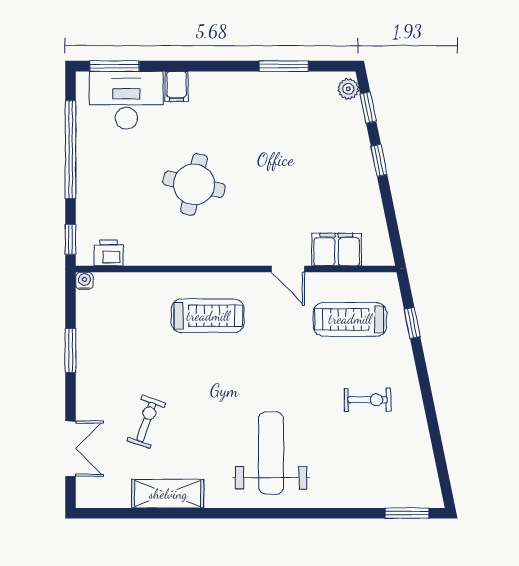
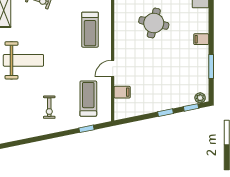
filing cabinet: (177, 86) -> (201, 39), moved
filing cabinet: (337, 250) -> (122, 92), width x0.50

